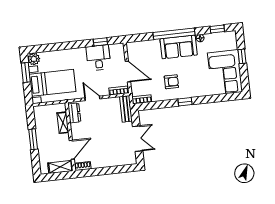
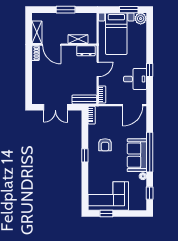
window: (100, 42) -> (150, 70), moved
window: (242, 56) -> (106, 214), moved
door: (128, 72) -> (133, 105), moved

